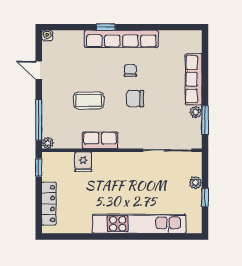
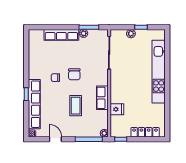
row of seats: (121, 39) -> (34, 104), moved
door: (39, 70) -> (55, 139), swing flipped

